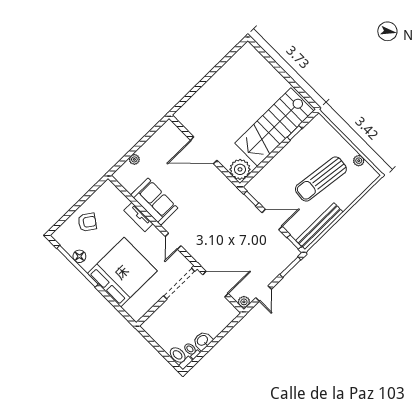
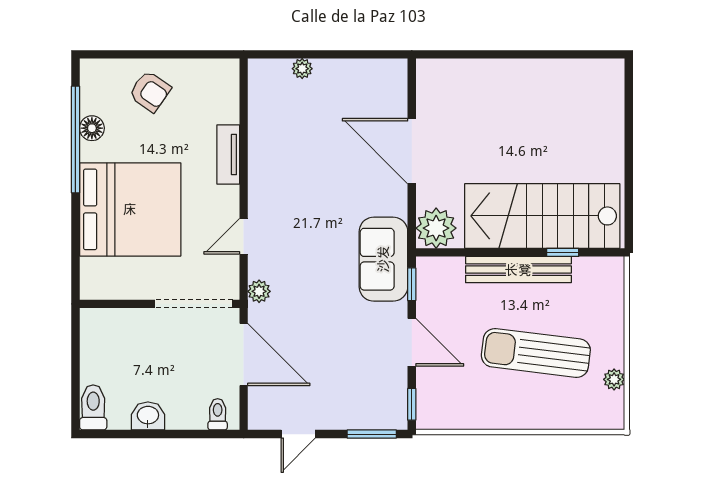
sofa: (154, 202) -> (383, 259), moved, turned 180
bench: (319, 226) -> (518, 270), moved
plant: (244, 302) -> (259, 291), moved
toilet: (191, 350) -> (218, 414), moved

